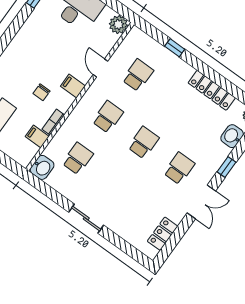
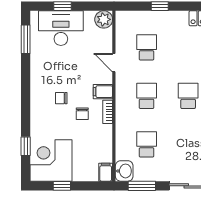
chair: (33, 66) -> (61, 98), added
bookcase: (53, 122) -> (108, 112), moved
filing cabinet: (37, 136) -> (106, 172), moved, turned 90
window: (48, 191) -> (142, 186), added

